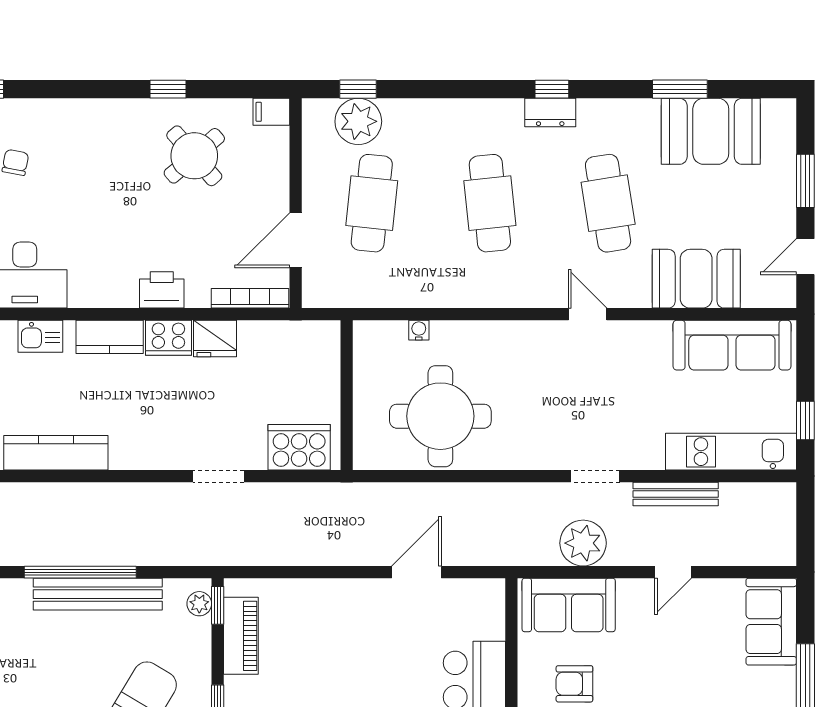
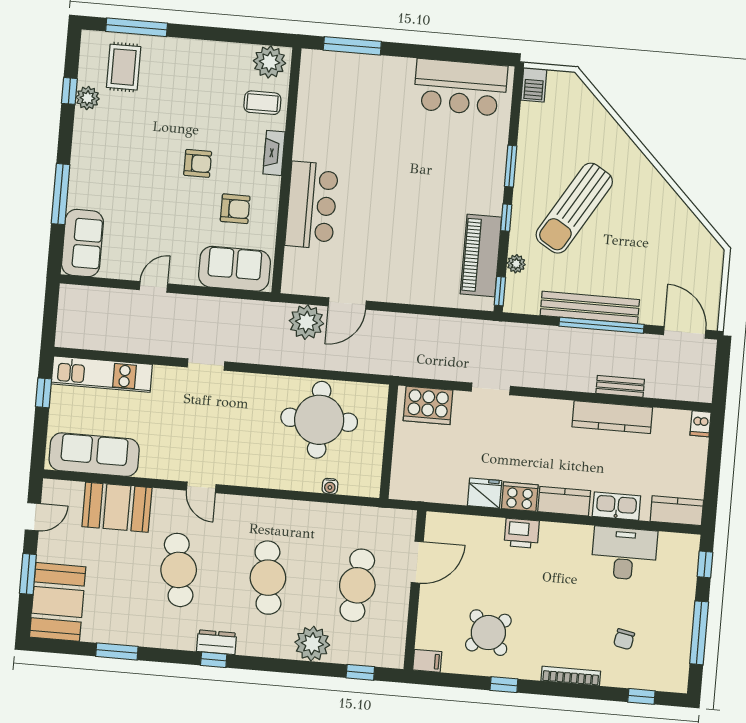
plant: (358, 121) -> (312, 644), moved
booth: (711, 131) -> (58, 602), moved, turned 90
bookcase: (250, 298) -> (571, 676), moved, turned 180
kitchen sink: (40, 336) -> (616, 506), width x1.38
bench: (676, 494) -> (620, 386), moved, width x0.73
plant: (583, 543) -> (306, 322), moved
plant: (199, 604) -> (516, 264), moved
piano: (241, 636) -> (481, 256), width x1.37, depth x1.33

